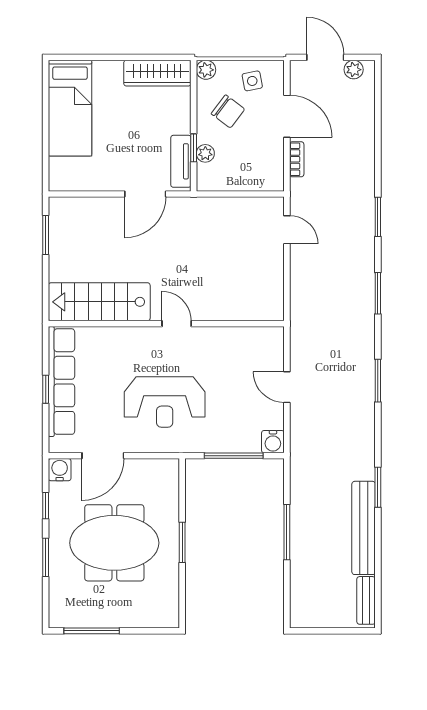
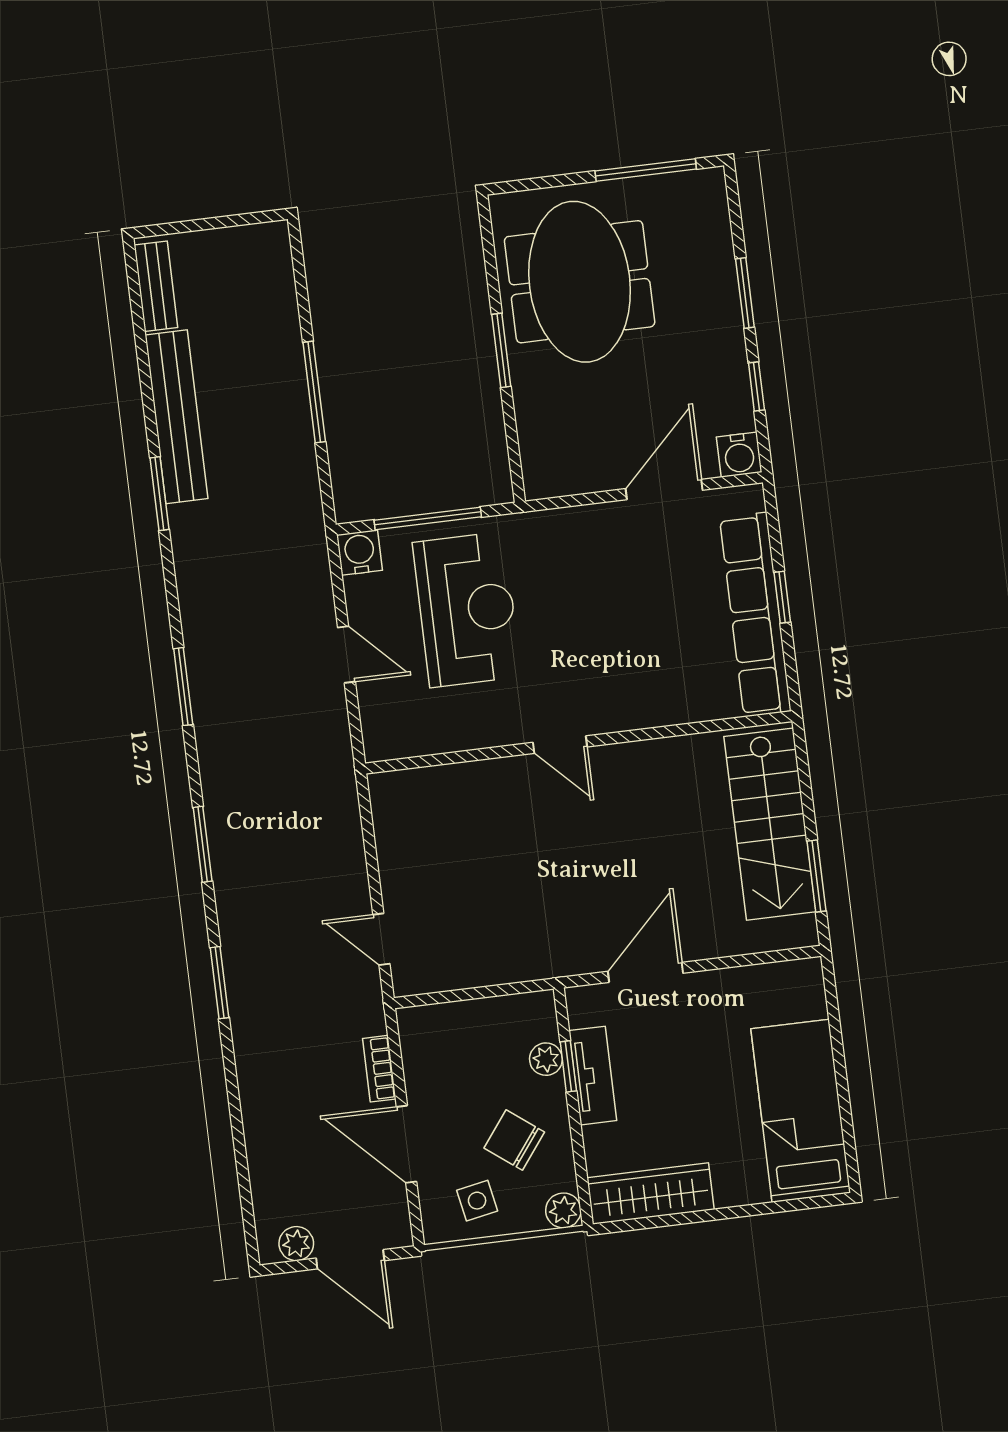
tv unit: (181, 161) -> (593, 1076), moved
stairs: (99, 302) -> (770, 824), moved, turned 90
reception desk: (165, 402) -> (467, 610), moved, turned 90
meeting table: (114, 543) -> (580, 282), moved, turned 90

